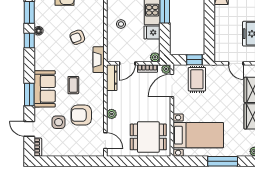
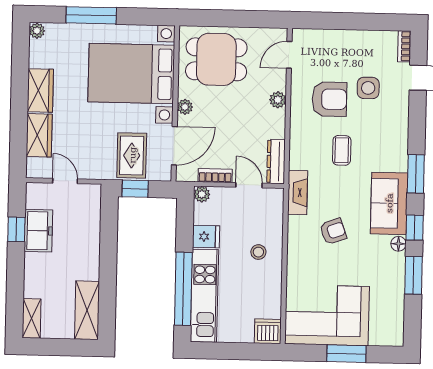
door: (127, 63) -> (249, 185), hinge flipped
plant: (166, 69) -> (185, 107), moved
sofa: (45, 89) -> (389, 203), moved
window: (29, 94) -> (416, 174), moved
bed with nightstands: (198, 135) -> (131, 74), width x1.36
door: (105, 141) -> (289, 55), hinge flipped

